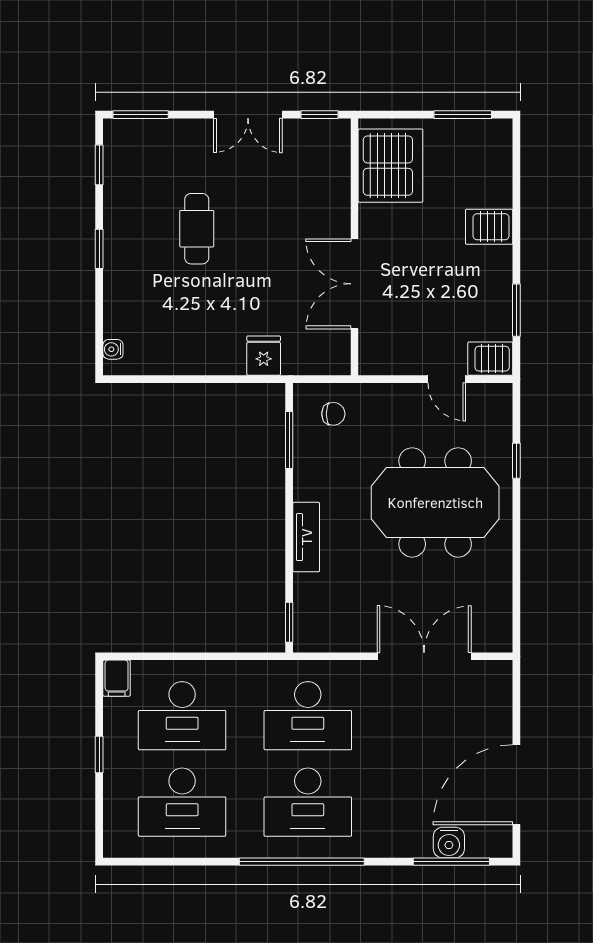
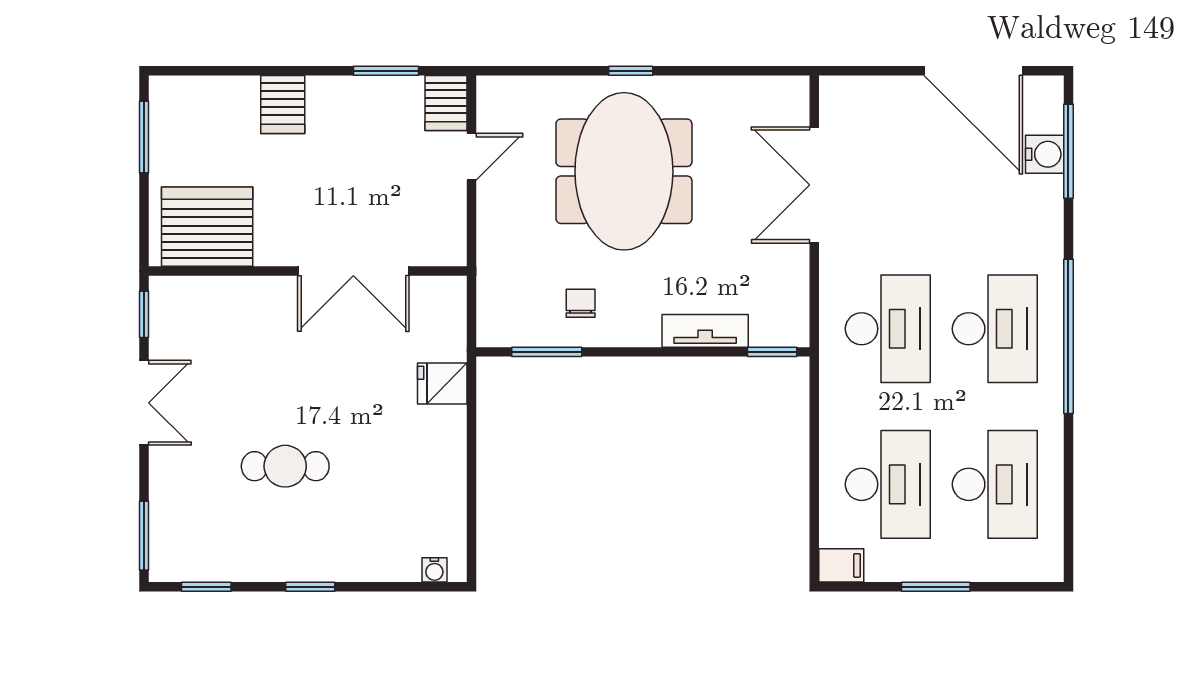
chair: (333, 414) -> (581, 303), moved
window: (516, 461) -> (631, 71), moved
tv unit: (306, 537) -> (705, 331), moved
window: (99, 754) -> (936, 587), width x1.50

